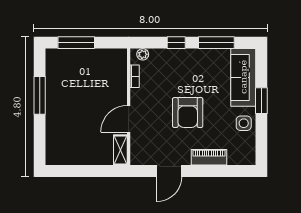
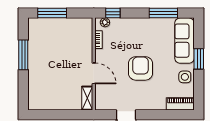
window: (176, 43) -> (113, 13), moved
armchair: (188, 113) -> (141, 68), turned 180
door: (129, 119) -> (94, 73), swing flipped
piano: (209, 157) -> (180, 104), moved

